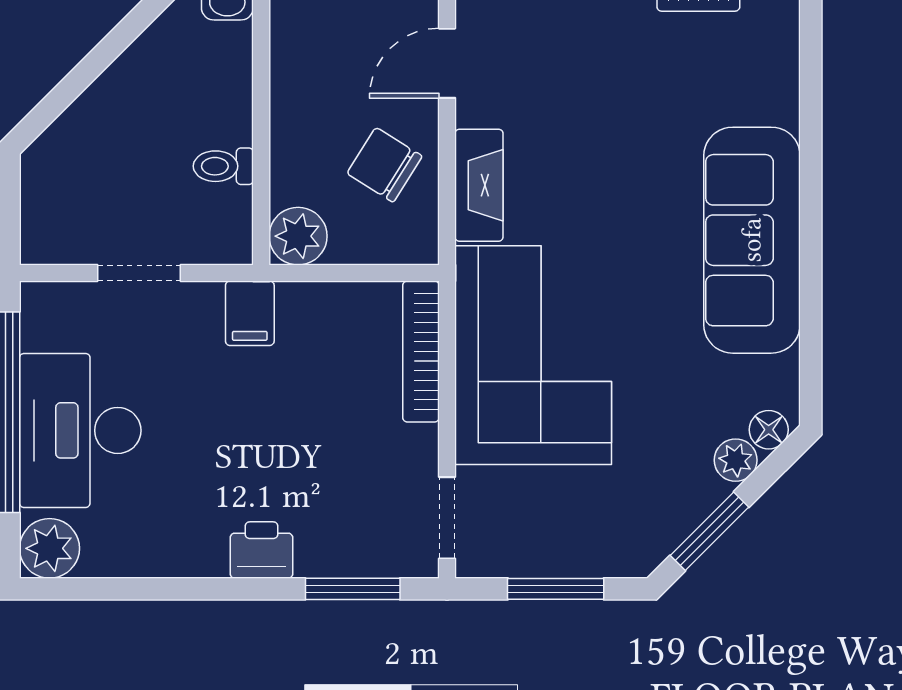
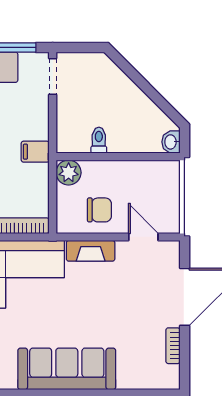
chair: (384, 165) -> (99, 210), turned 58
doorway: (139, 273) -> (53, 76), moved

